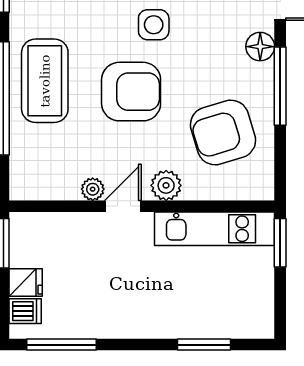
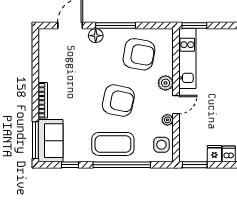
side table: (154, 25) -> (161, 145), moved
armchair: (131, 92) -> (118, 101), turned 102
armchair: (223, 132) -> (139, 54), turned -63
door: (123, 206) -> (176, 105), swing flipped

